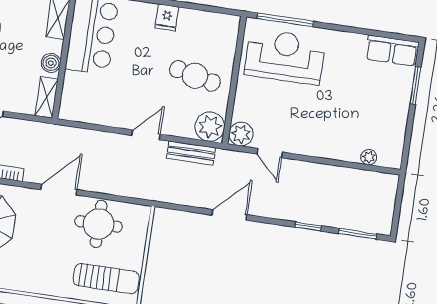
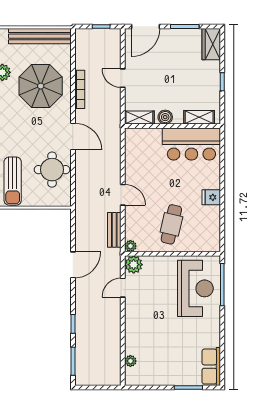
plant: (210, 127) -> (130, 246), width x0.53, depth x0.53
door: (230, 215) -> (73, 265), hinge flipped

